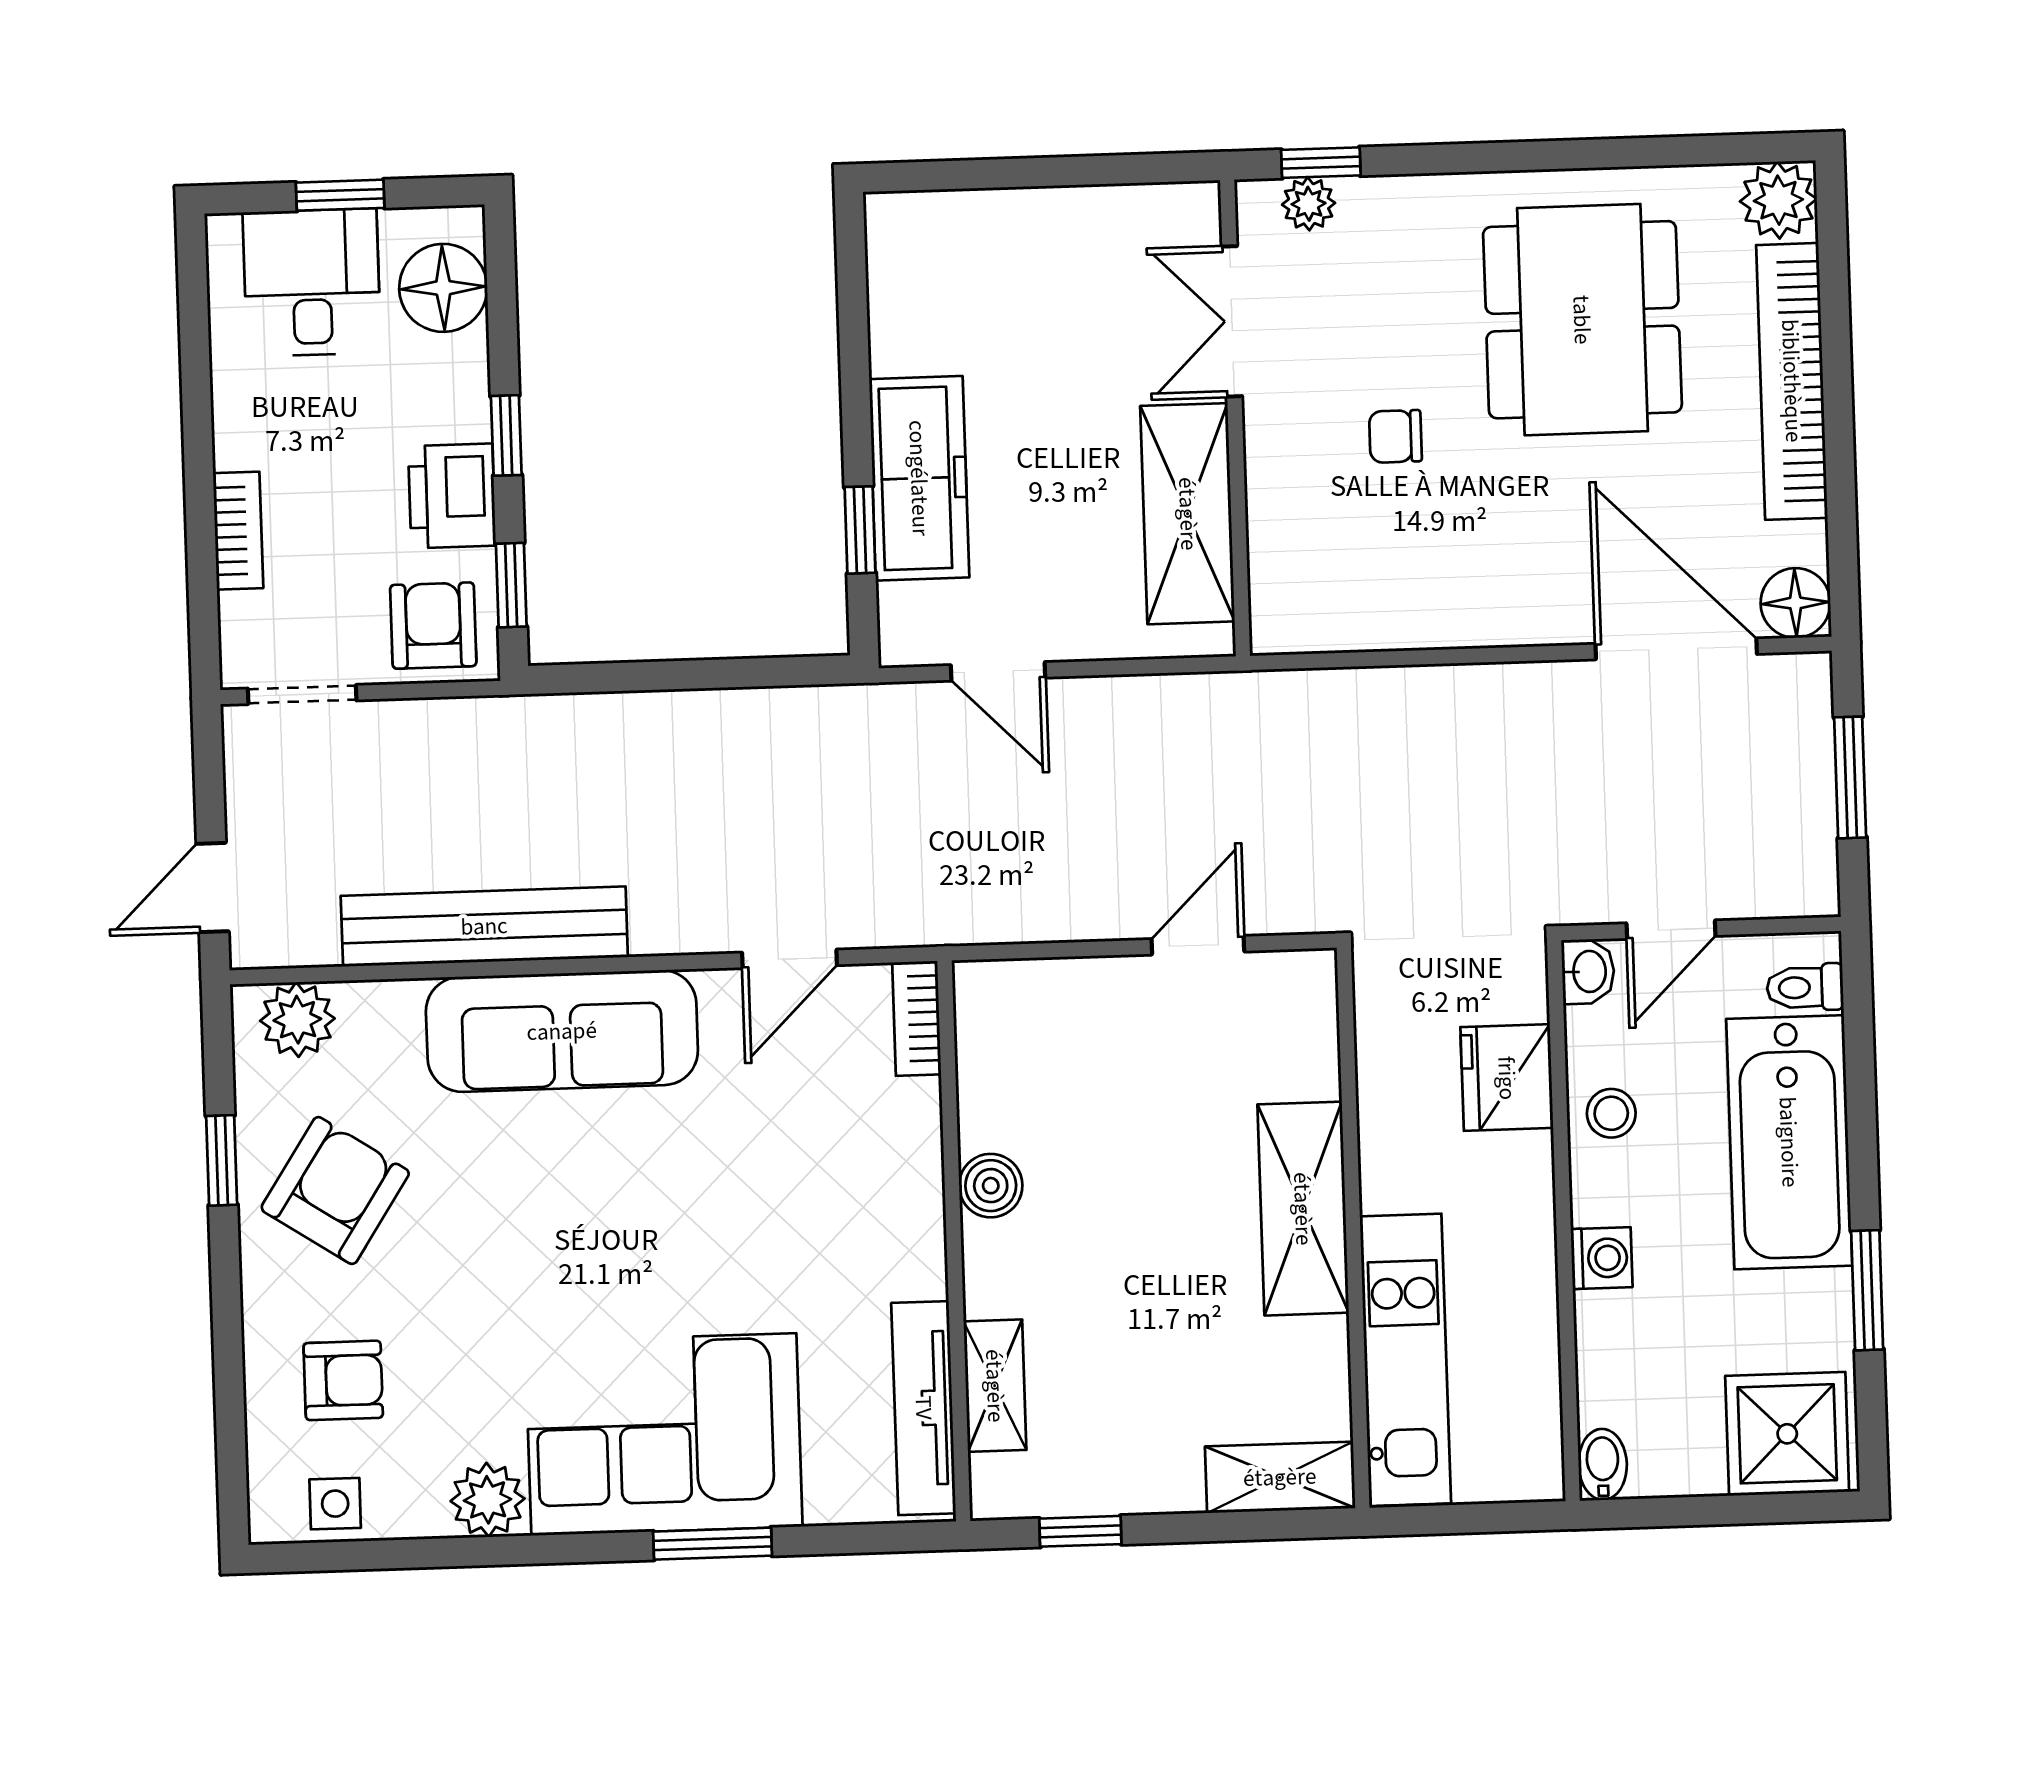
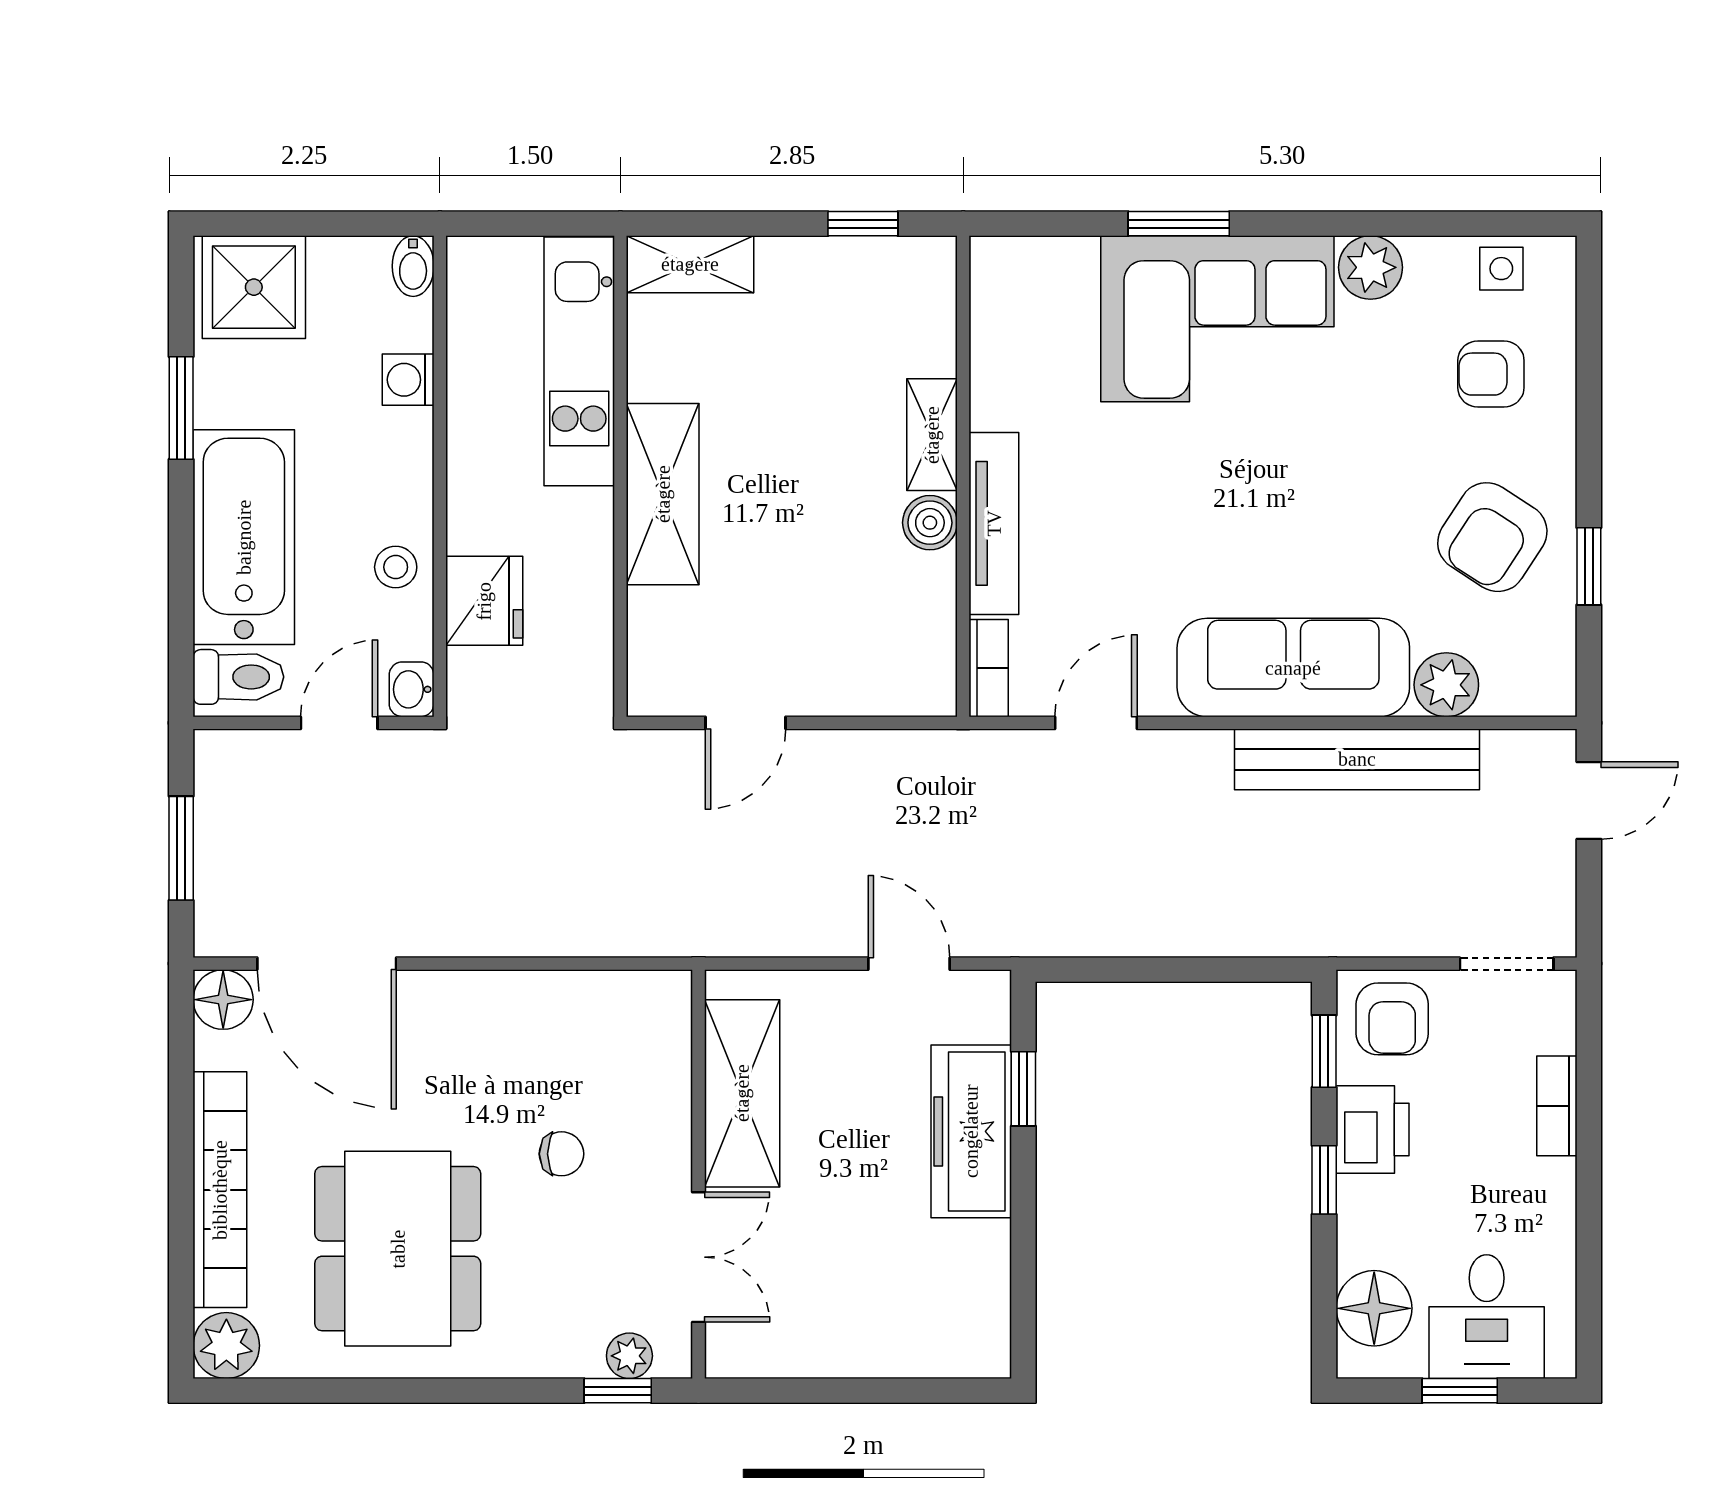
toilet: (1805, 987) -> (238, 677), width x1.37, depth x1.39
plant: (297, 1020) -> (1446, 685), moved
washing machine: (1602, 1258) -> (408, 380), moved
shelving: (995, 1386) -> (932, 435), moved
tv unit: (924, 1408) -> (994, 523), moved

